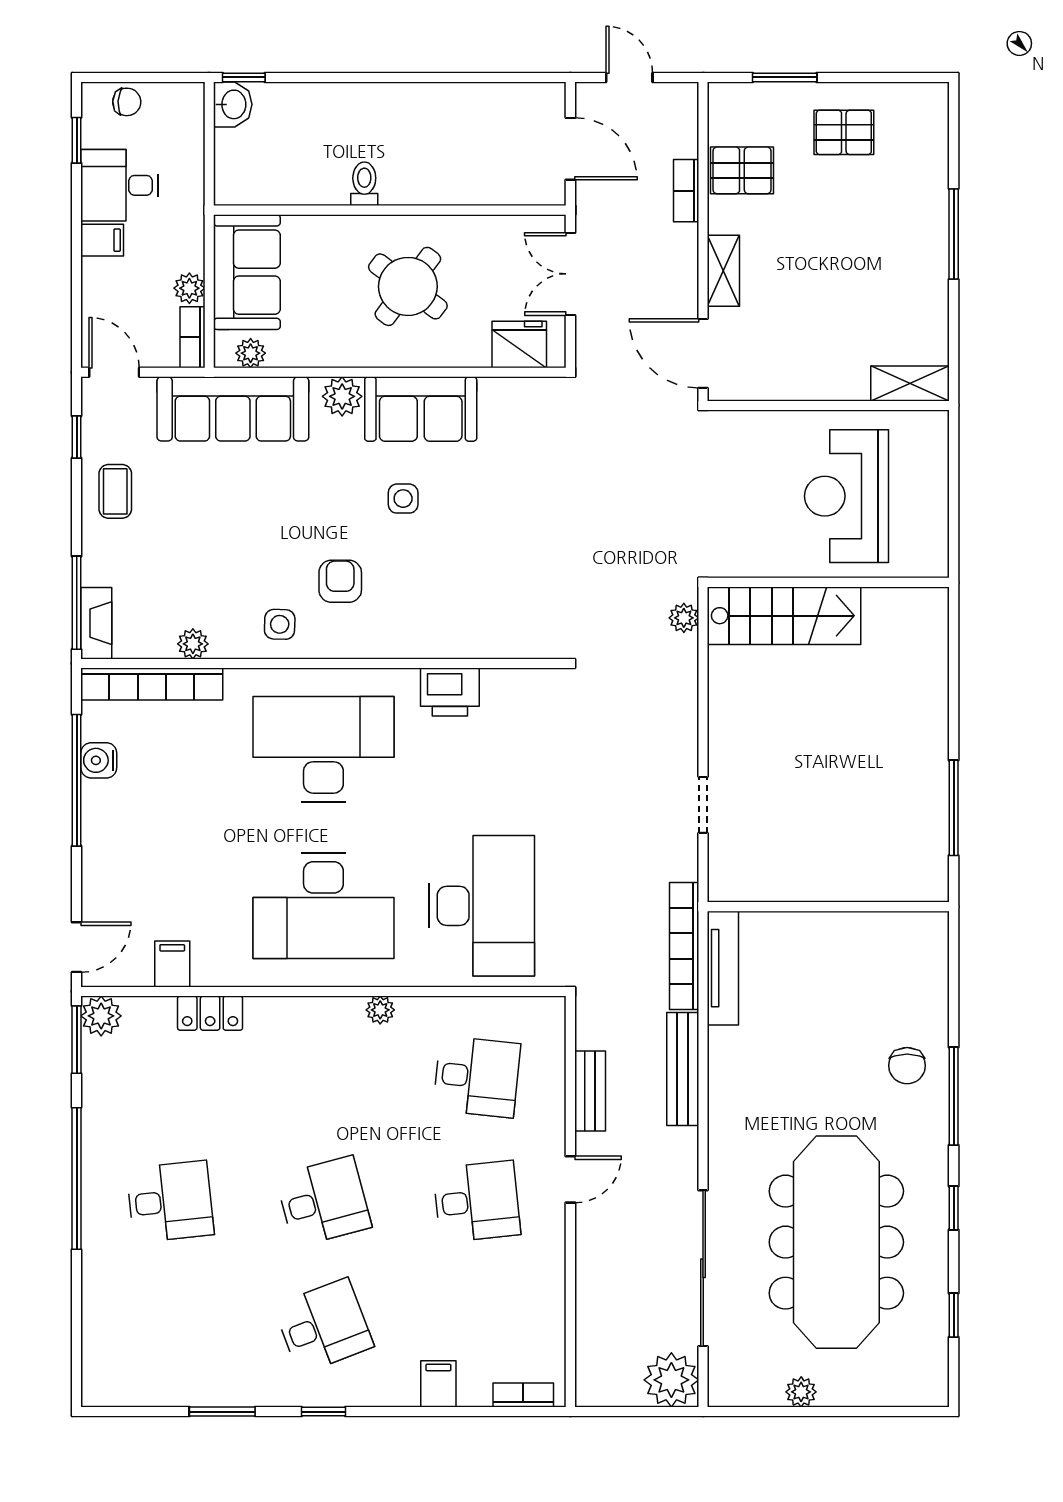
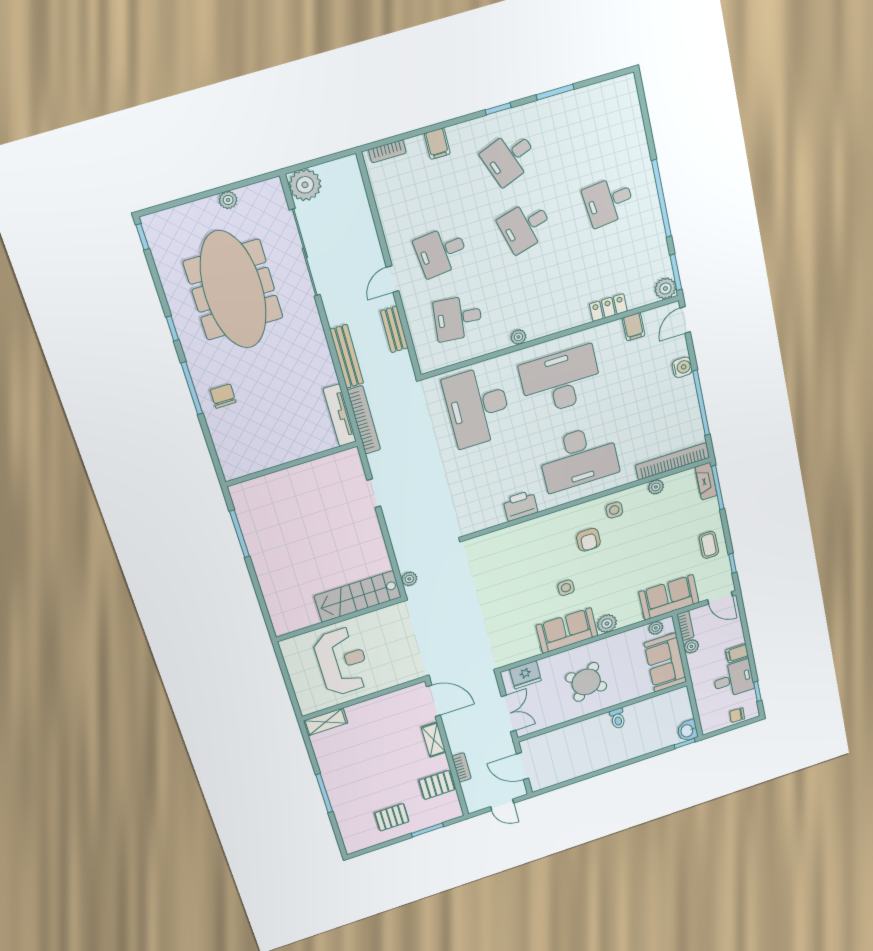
sofa: (233, 409) -> (669, 597), width x0.73
water cooler: (99, 760) -> (682, 367), moved
window: (954, 1315) -> (142, 237), moved

